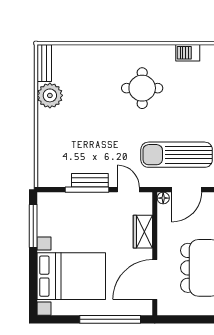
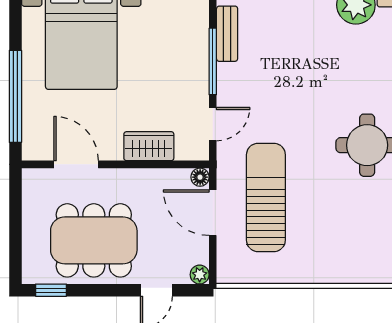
bench: (90, 180) -> (227, 34), moved
door: (155, 279) -> (76, 164), width x0.73

